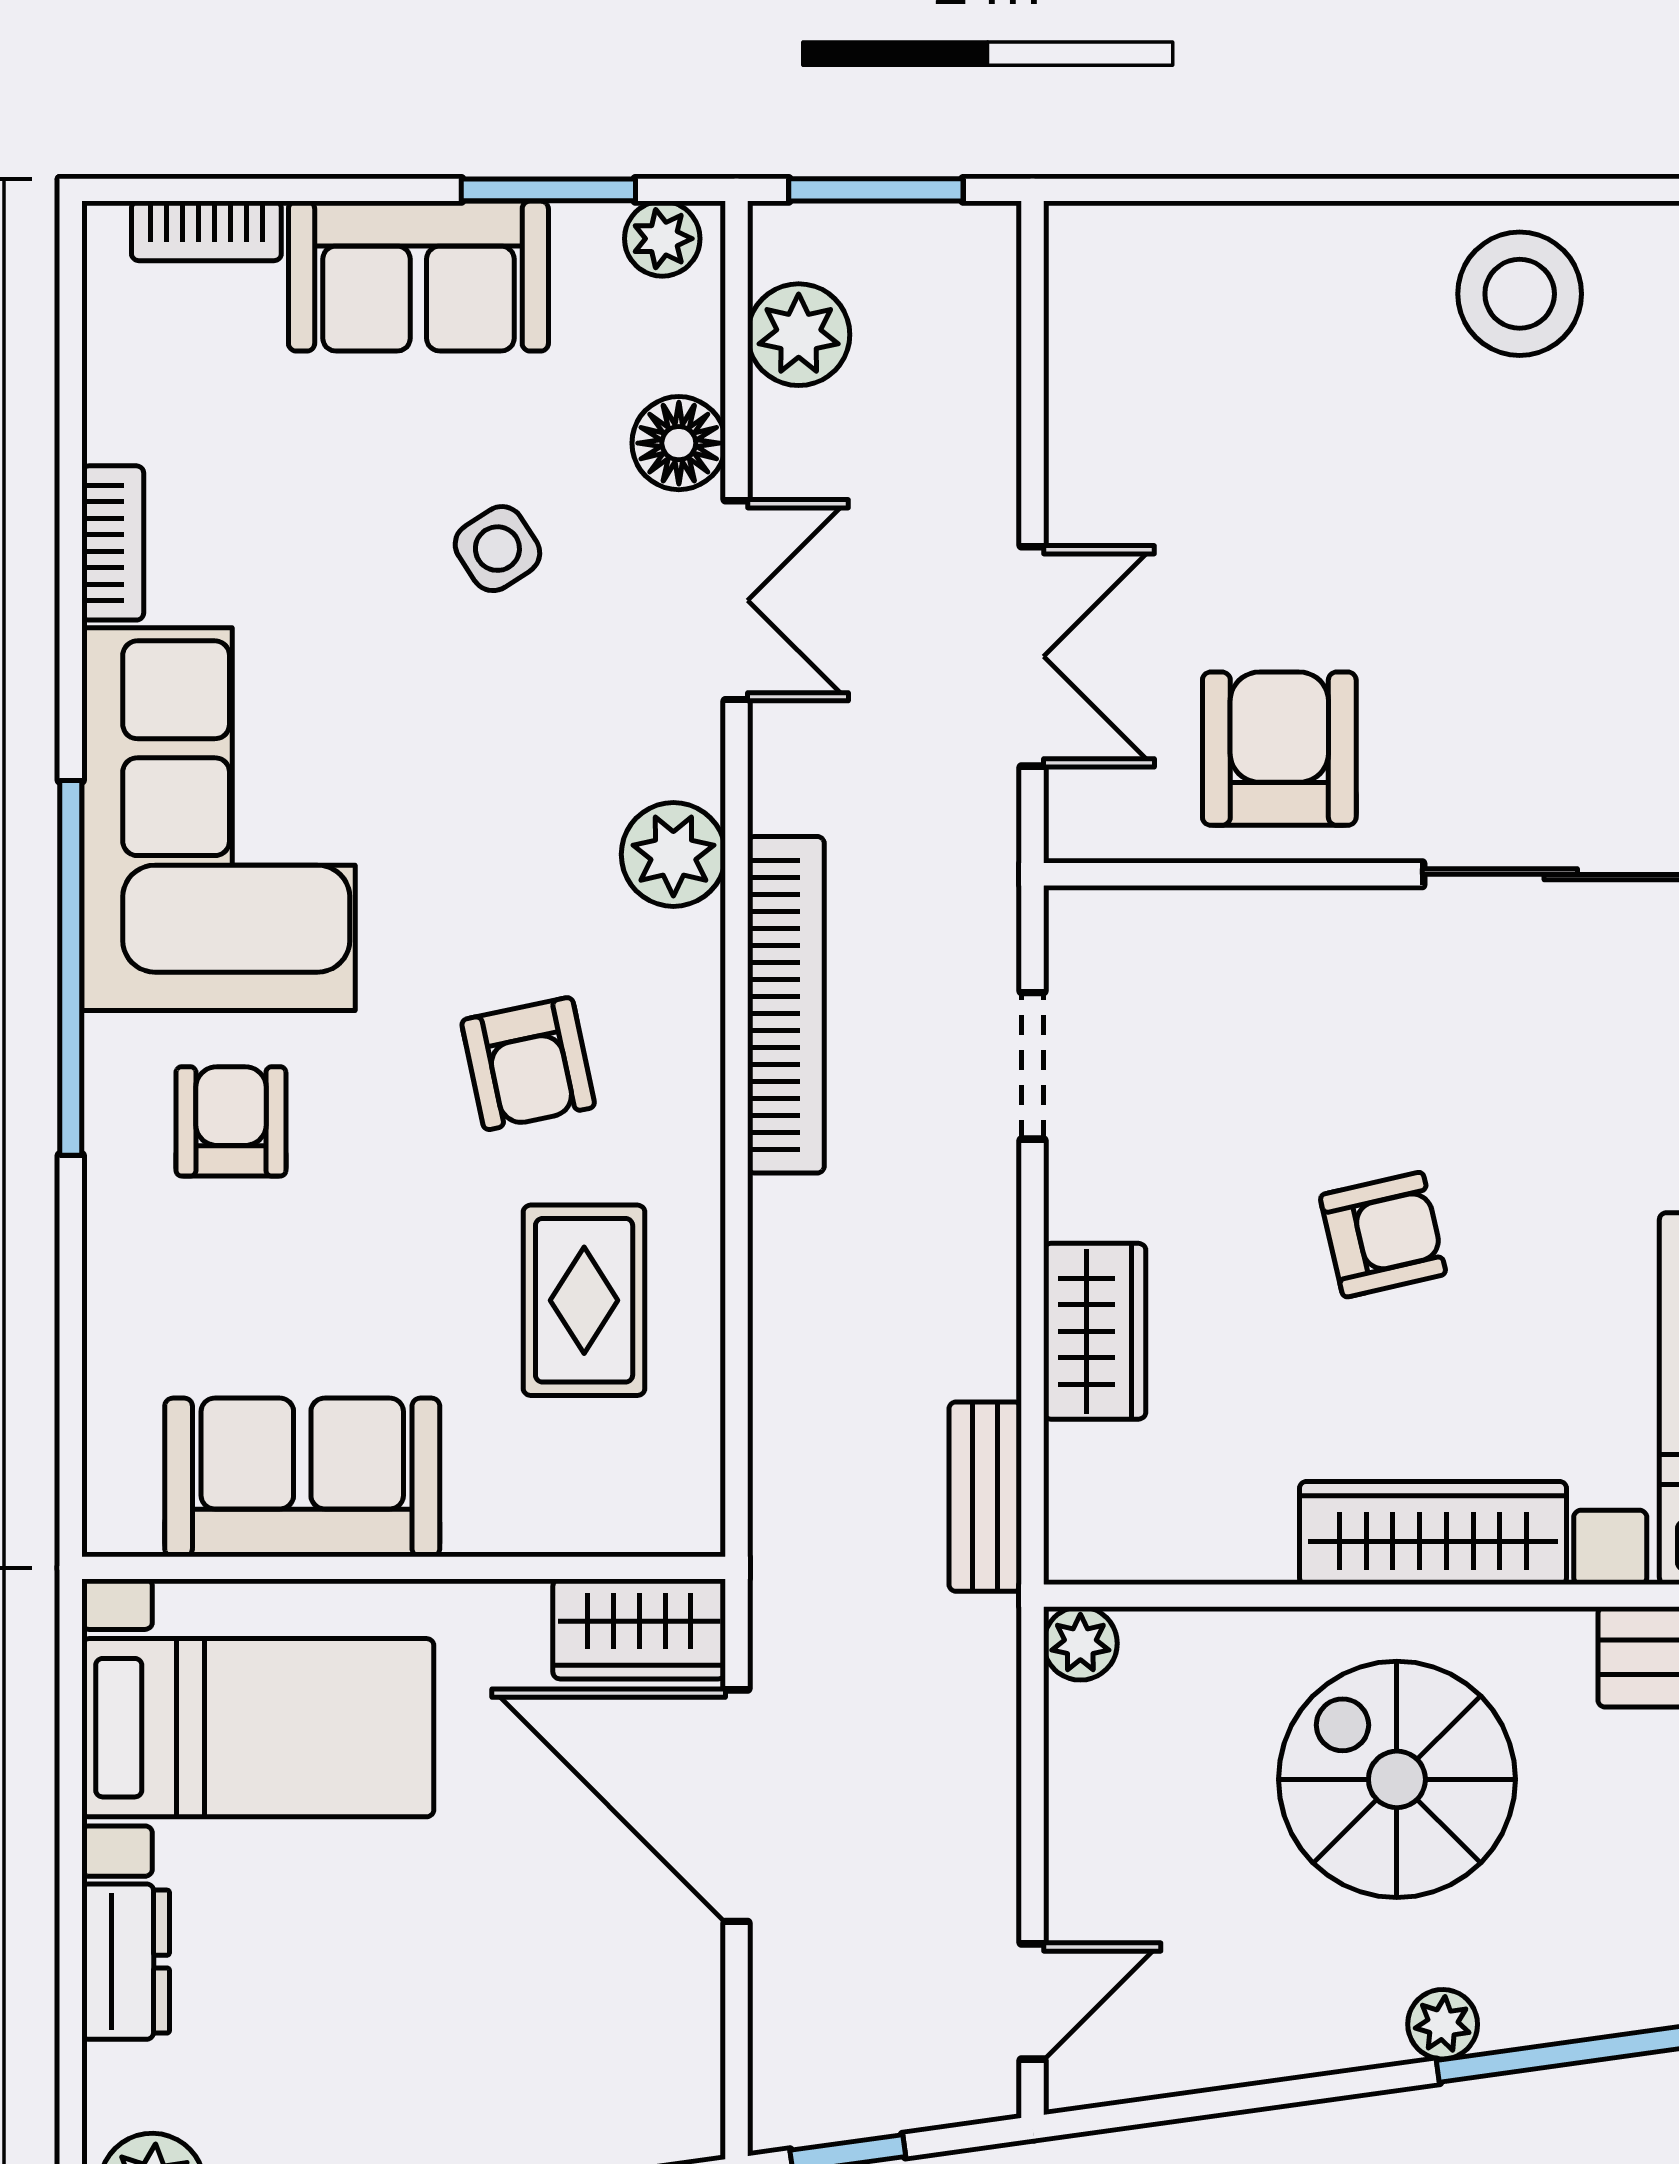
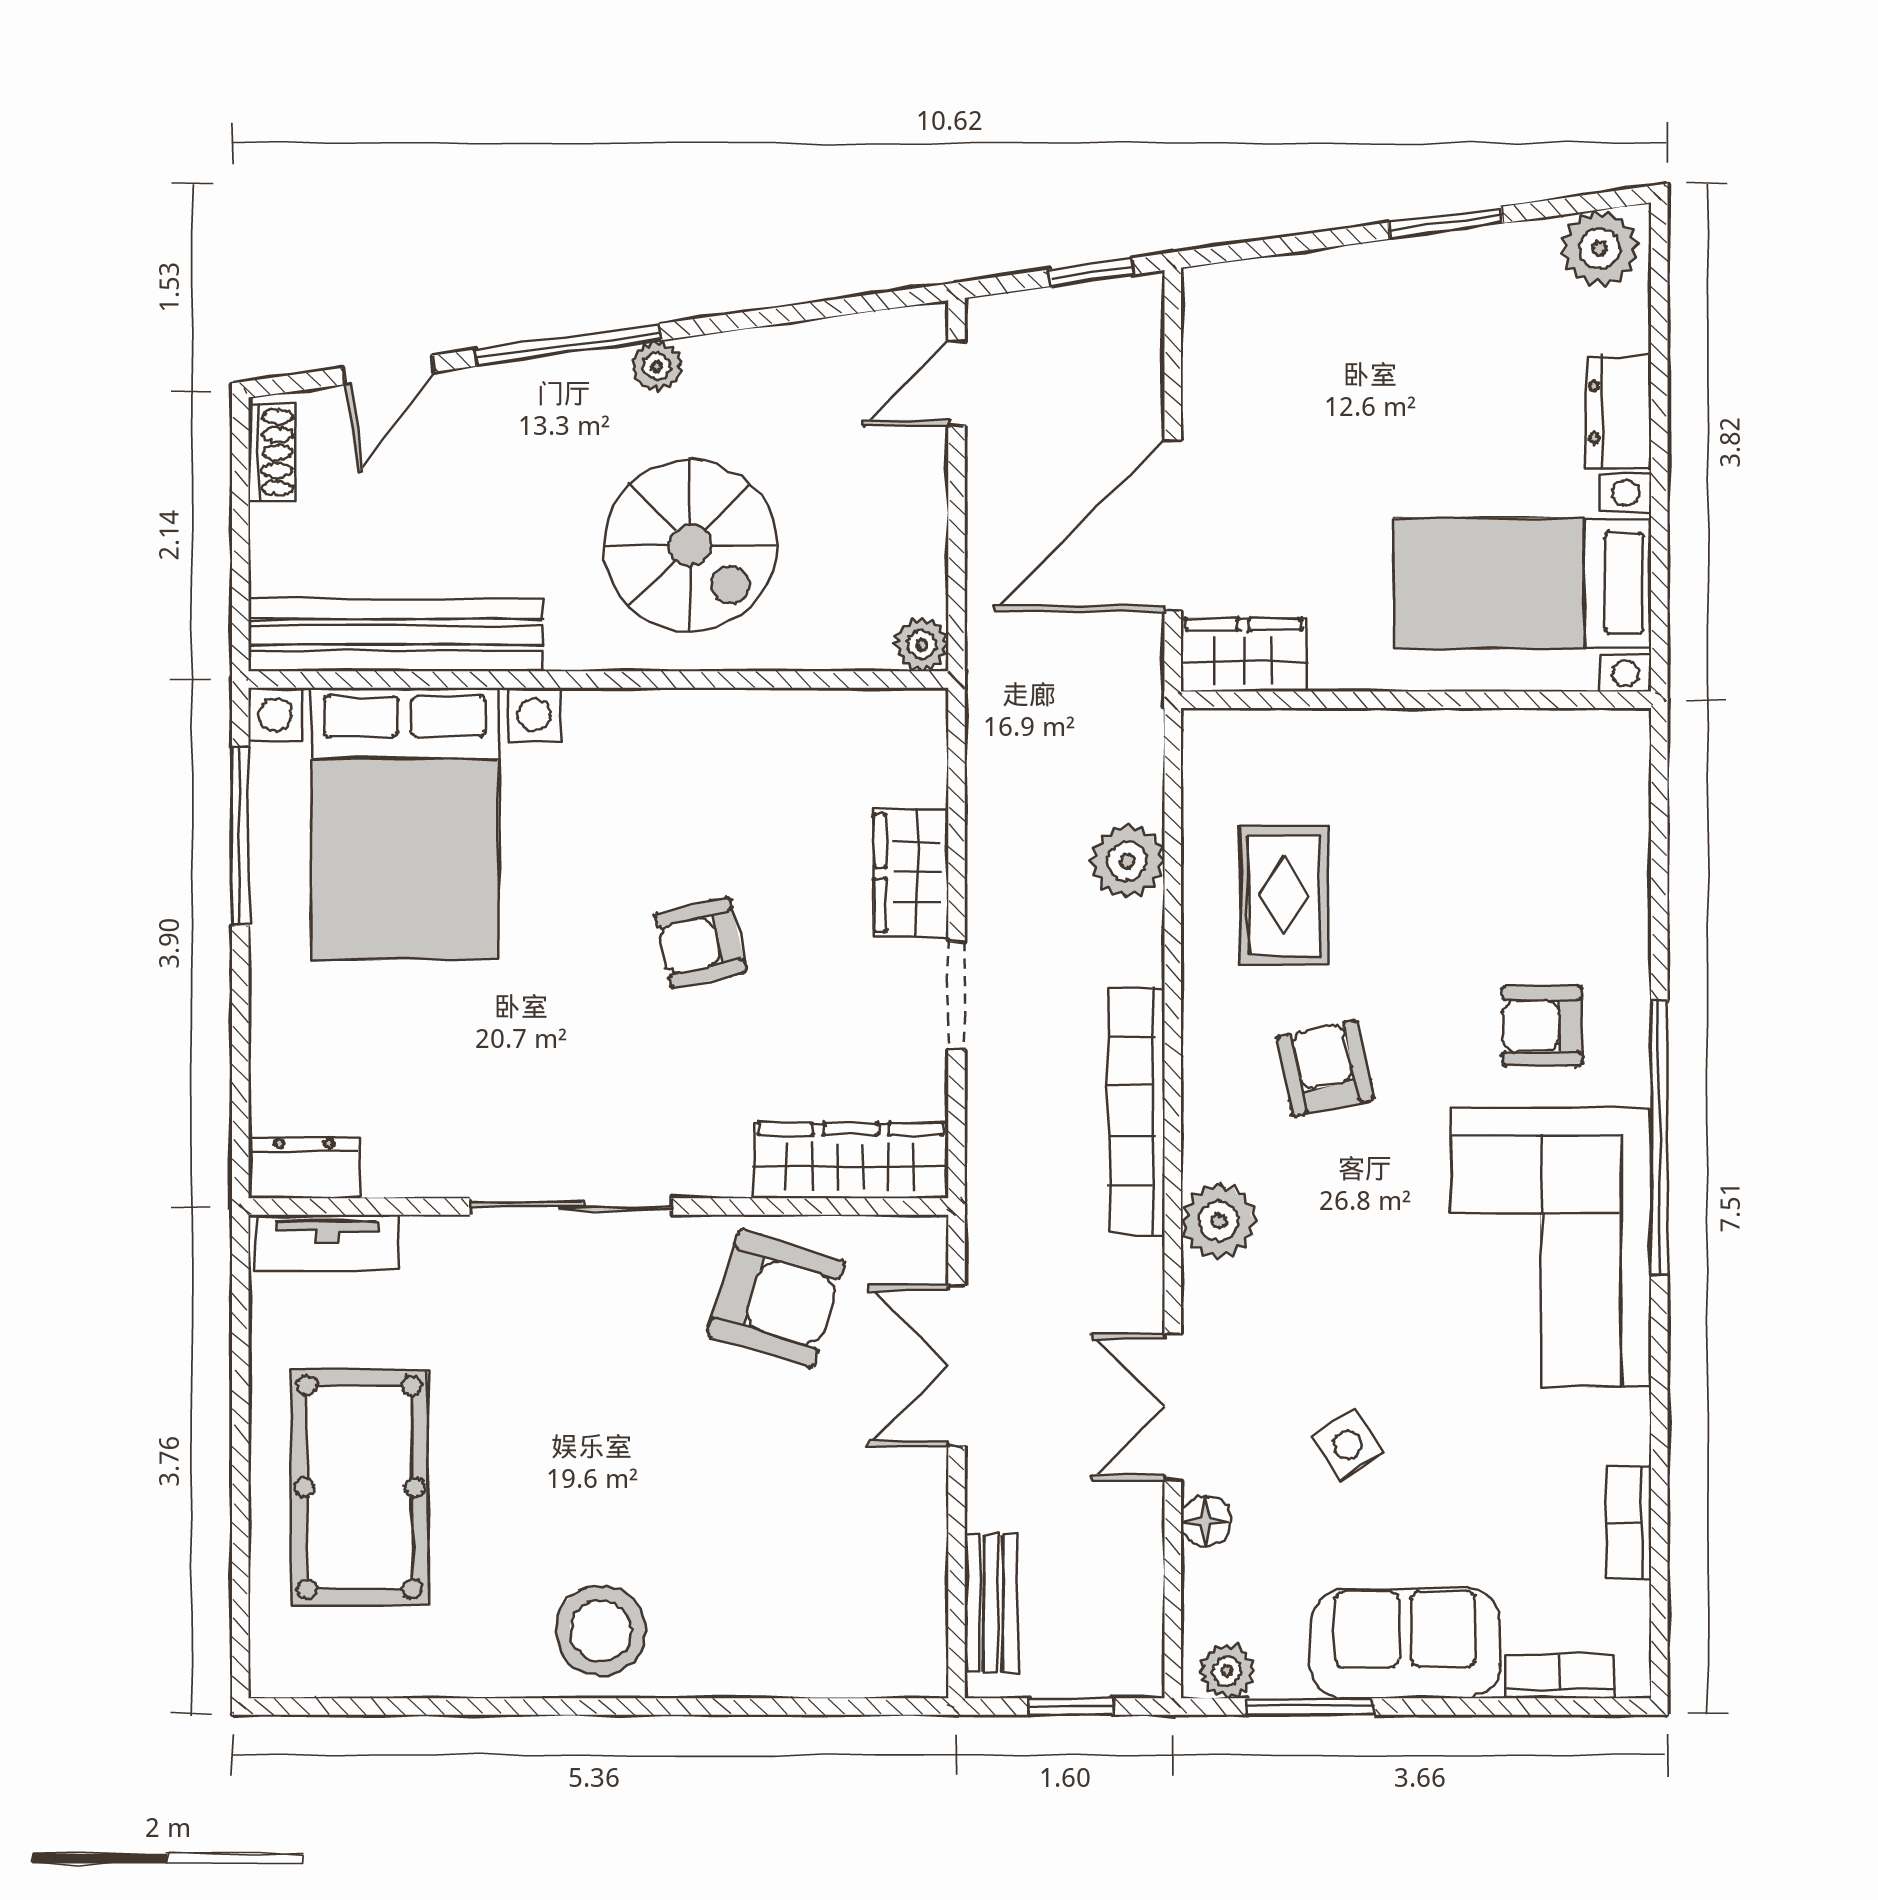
window: (876, 190) -> (1071, 1706), width x0.67
plant: (799, 335) -> (1127, 861), moved
floor lamp: (679, 443) -> (1206, 1521), width x0.73, depth x0.73
bookcase: (113, 543) -> (1628, 1522), moved
armchair: (1279, 749) -> (776, 1298), turned -73
doorway: (1032, 1066) -> (956, 995), moved
armchair: (231, 1121) -> (1542, 1026), turned 90
sofa: (302, 1477) -> (1490, 766), removed
bench: (985, 1497) -> (991, 1603), moved
wardrobe: (1433, 1533) -> (851, 1161), moved, turned 180
door: (737, 1806) -> (1173, 526), swing flipped

